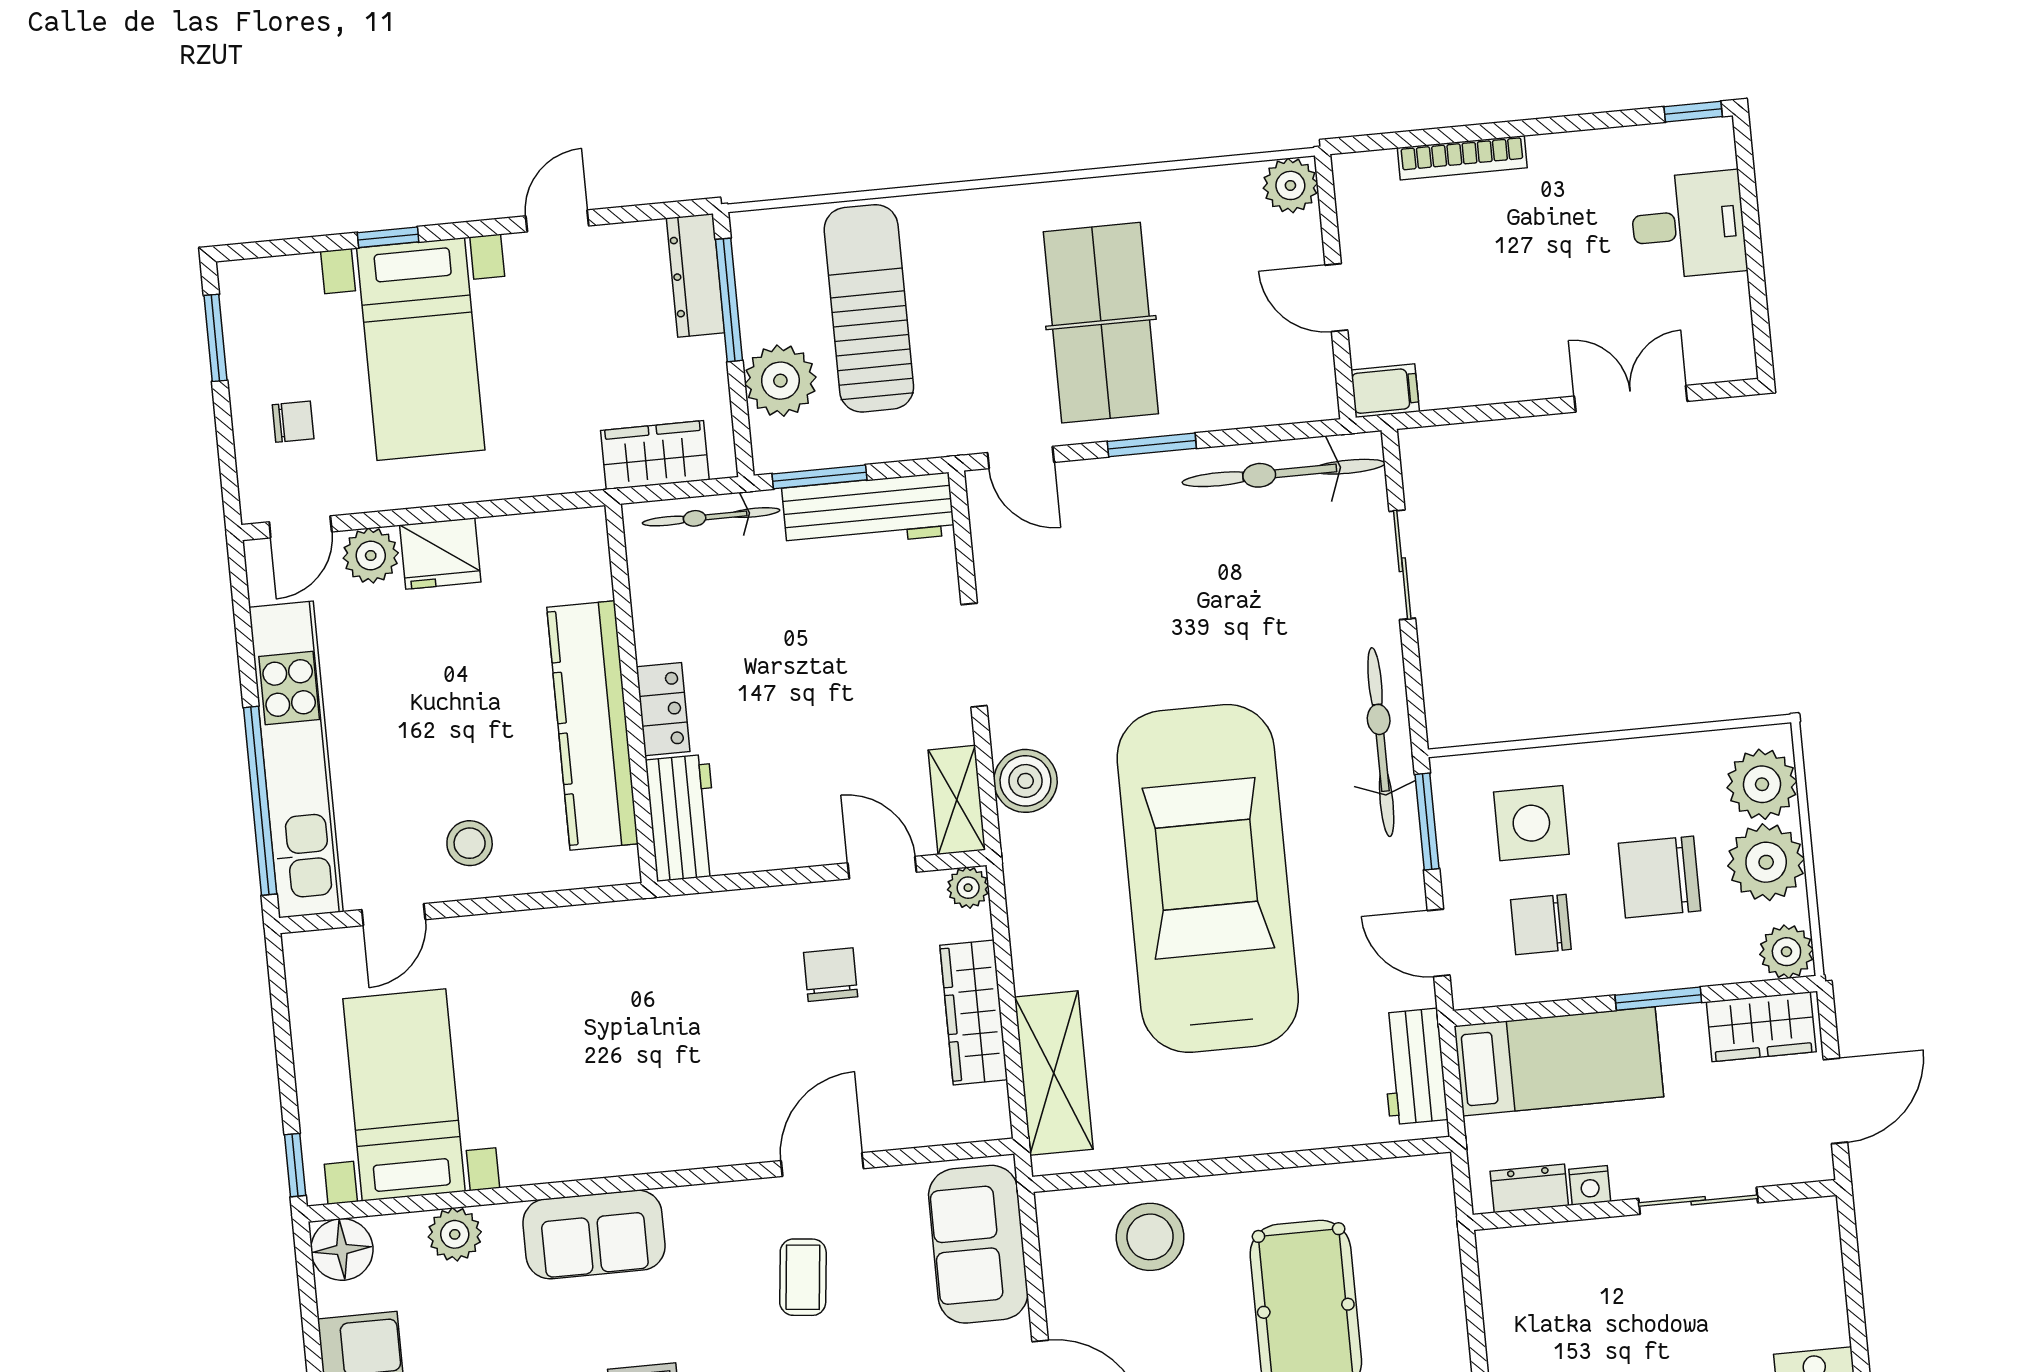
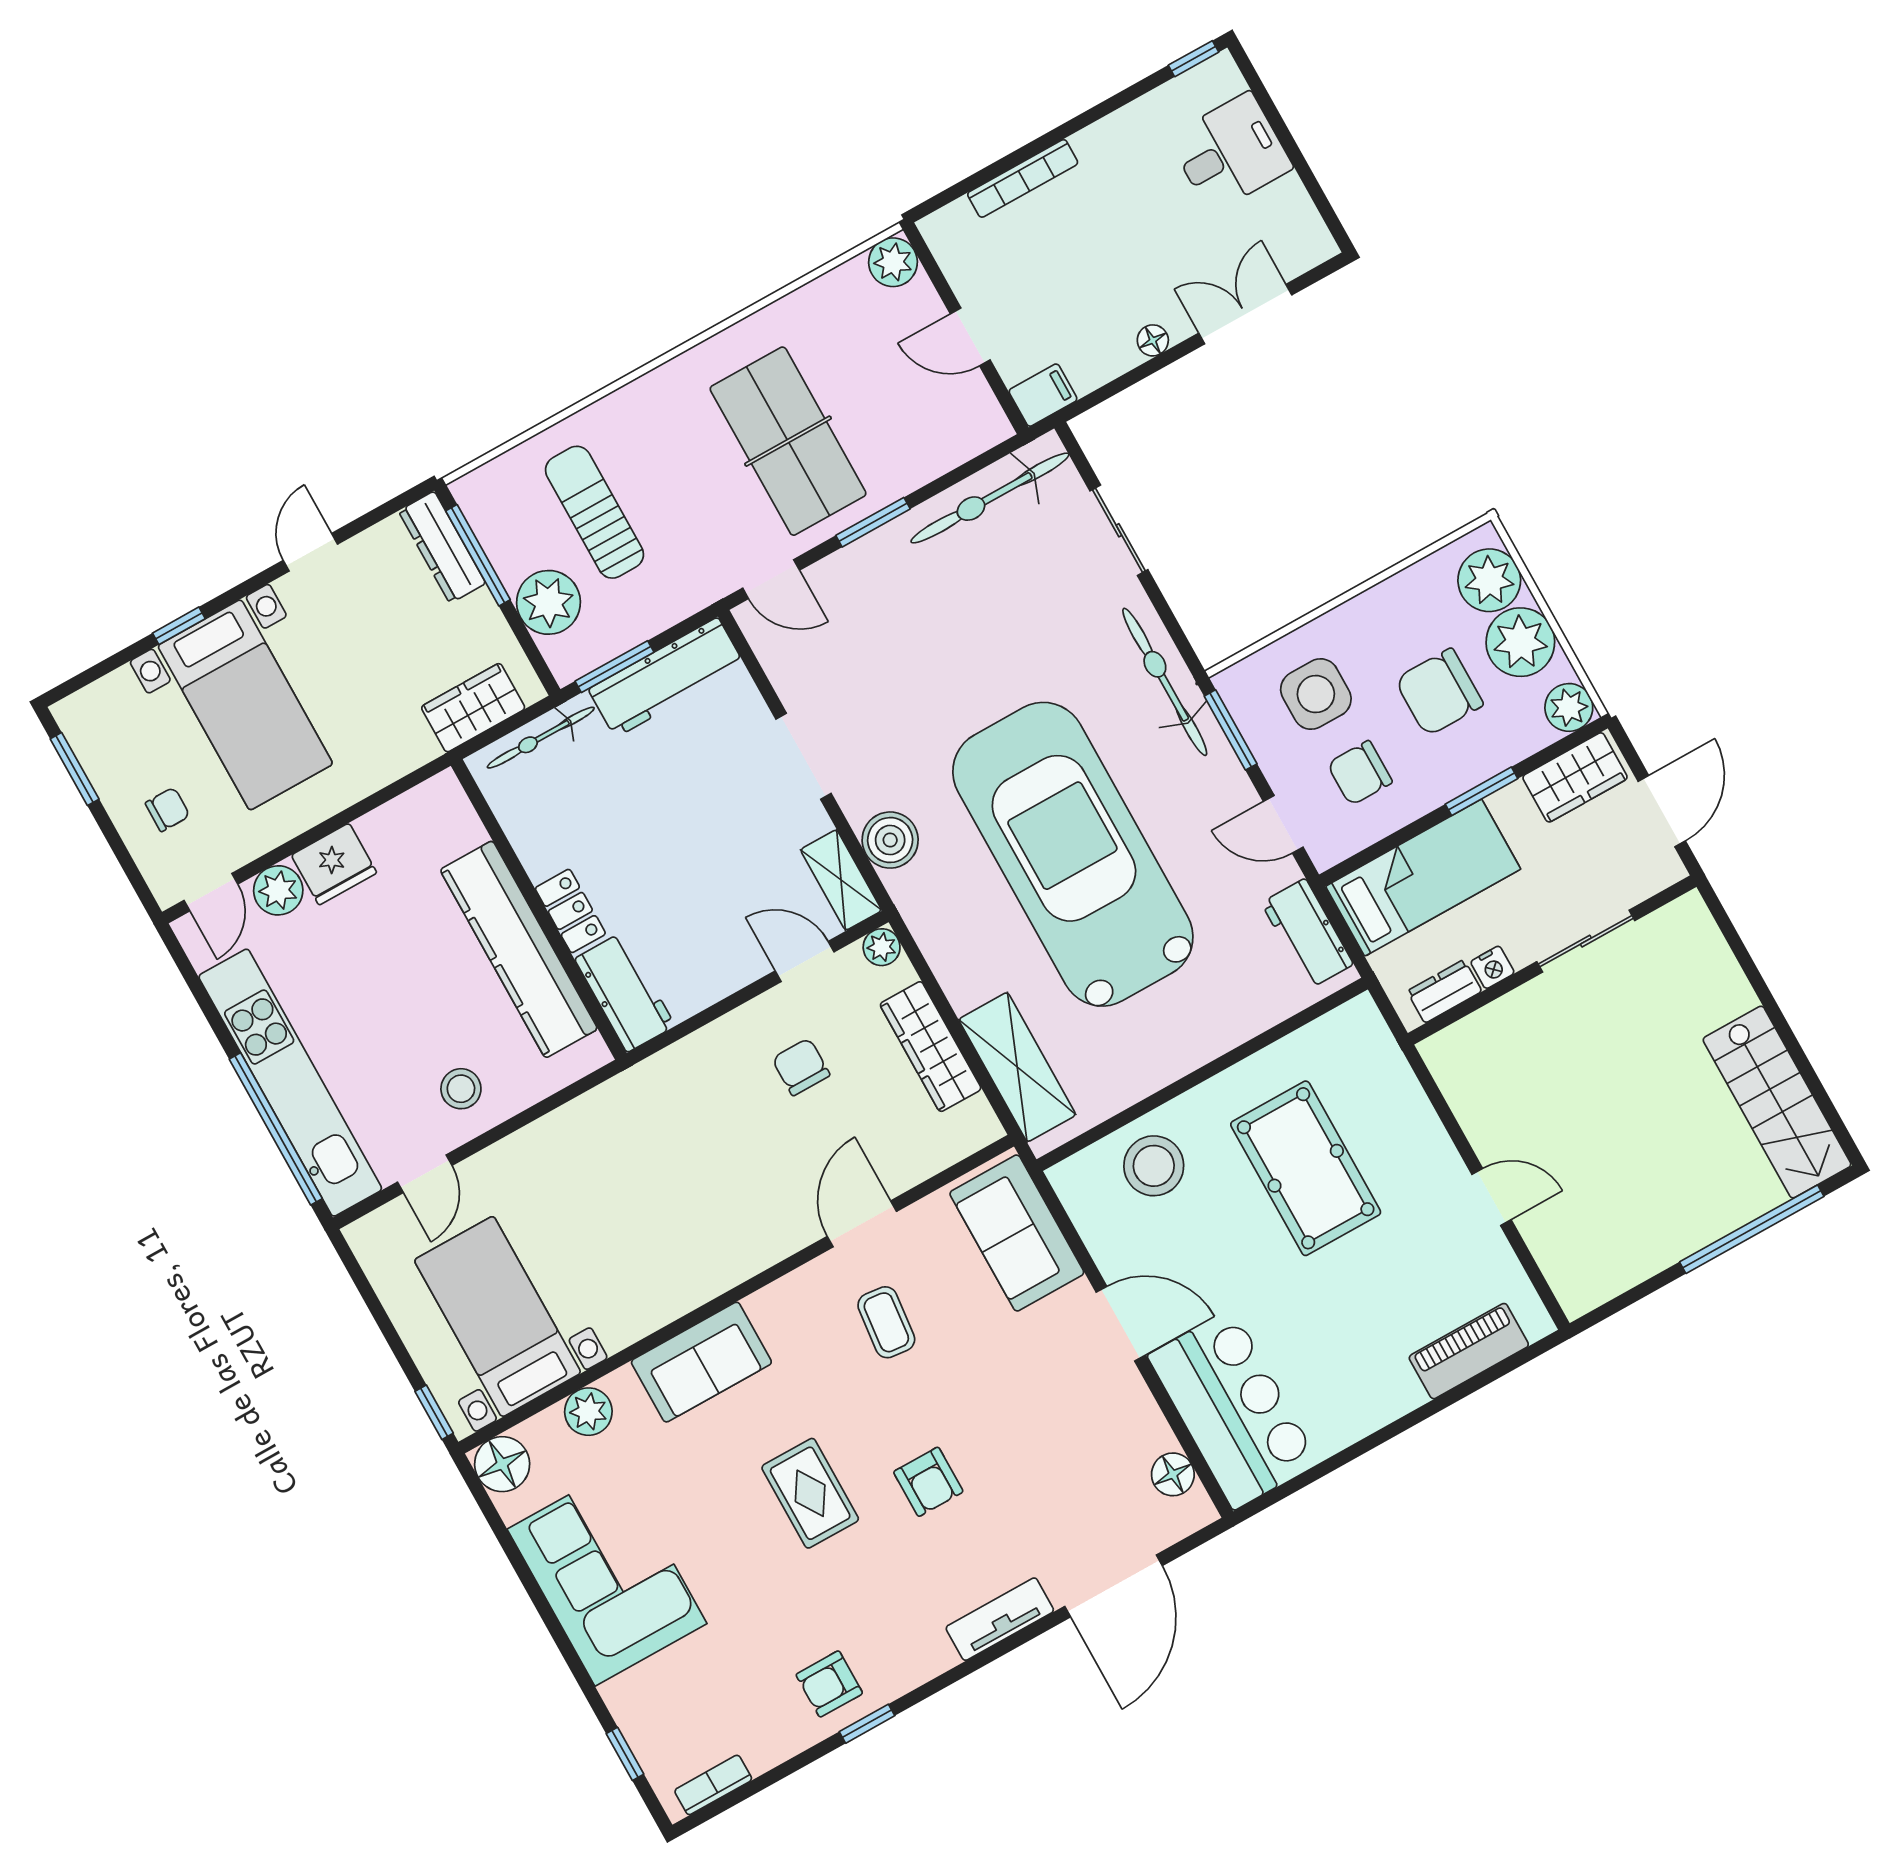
sun lounger: (869, 308) -> (594, 512), width x0.73, depth x0.75
floor lamp: (1523, 384) -> (1153, 340), added

